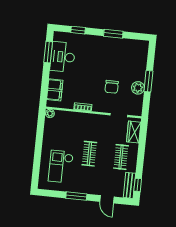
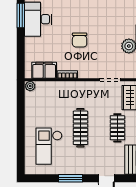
chair: (112, 87) -> (80, 40), moved
filing cabinet: (55, 90) -> (44, 70), moved, turned -90
clothes rail: (89, 154) -> (80, 128), width x1.36

